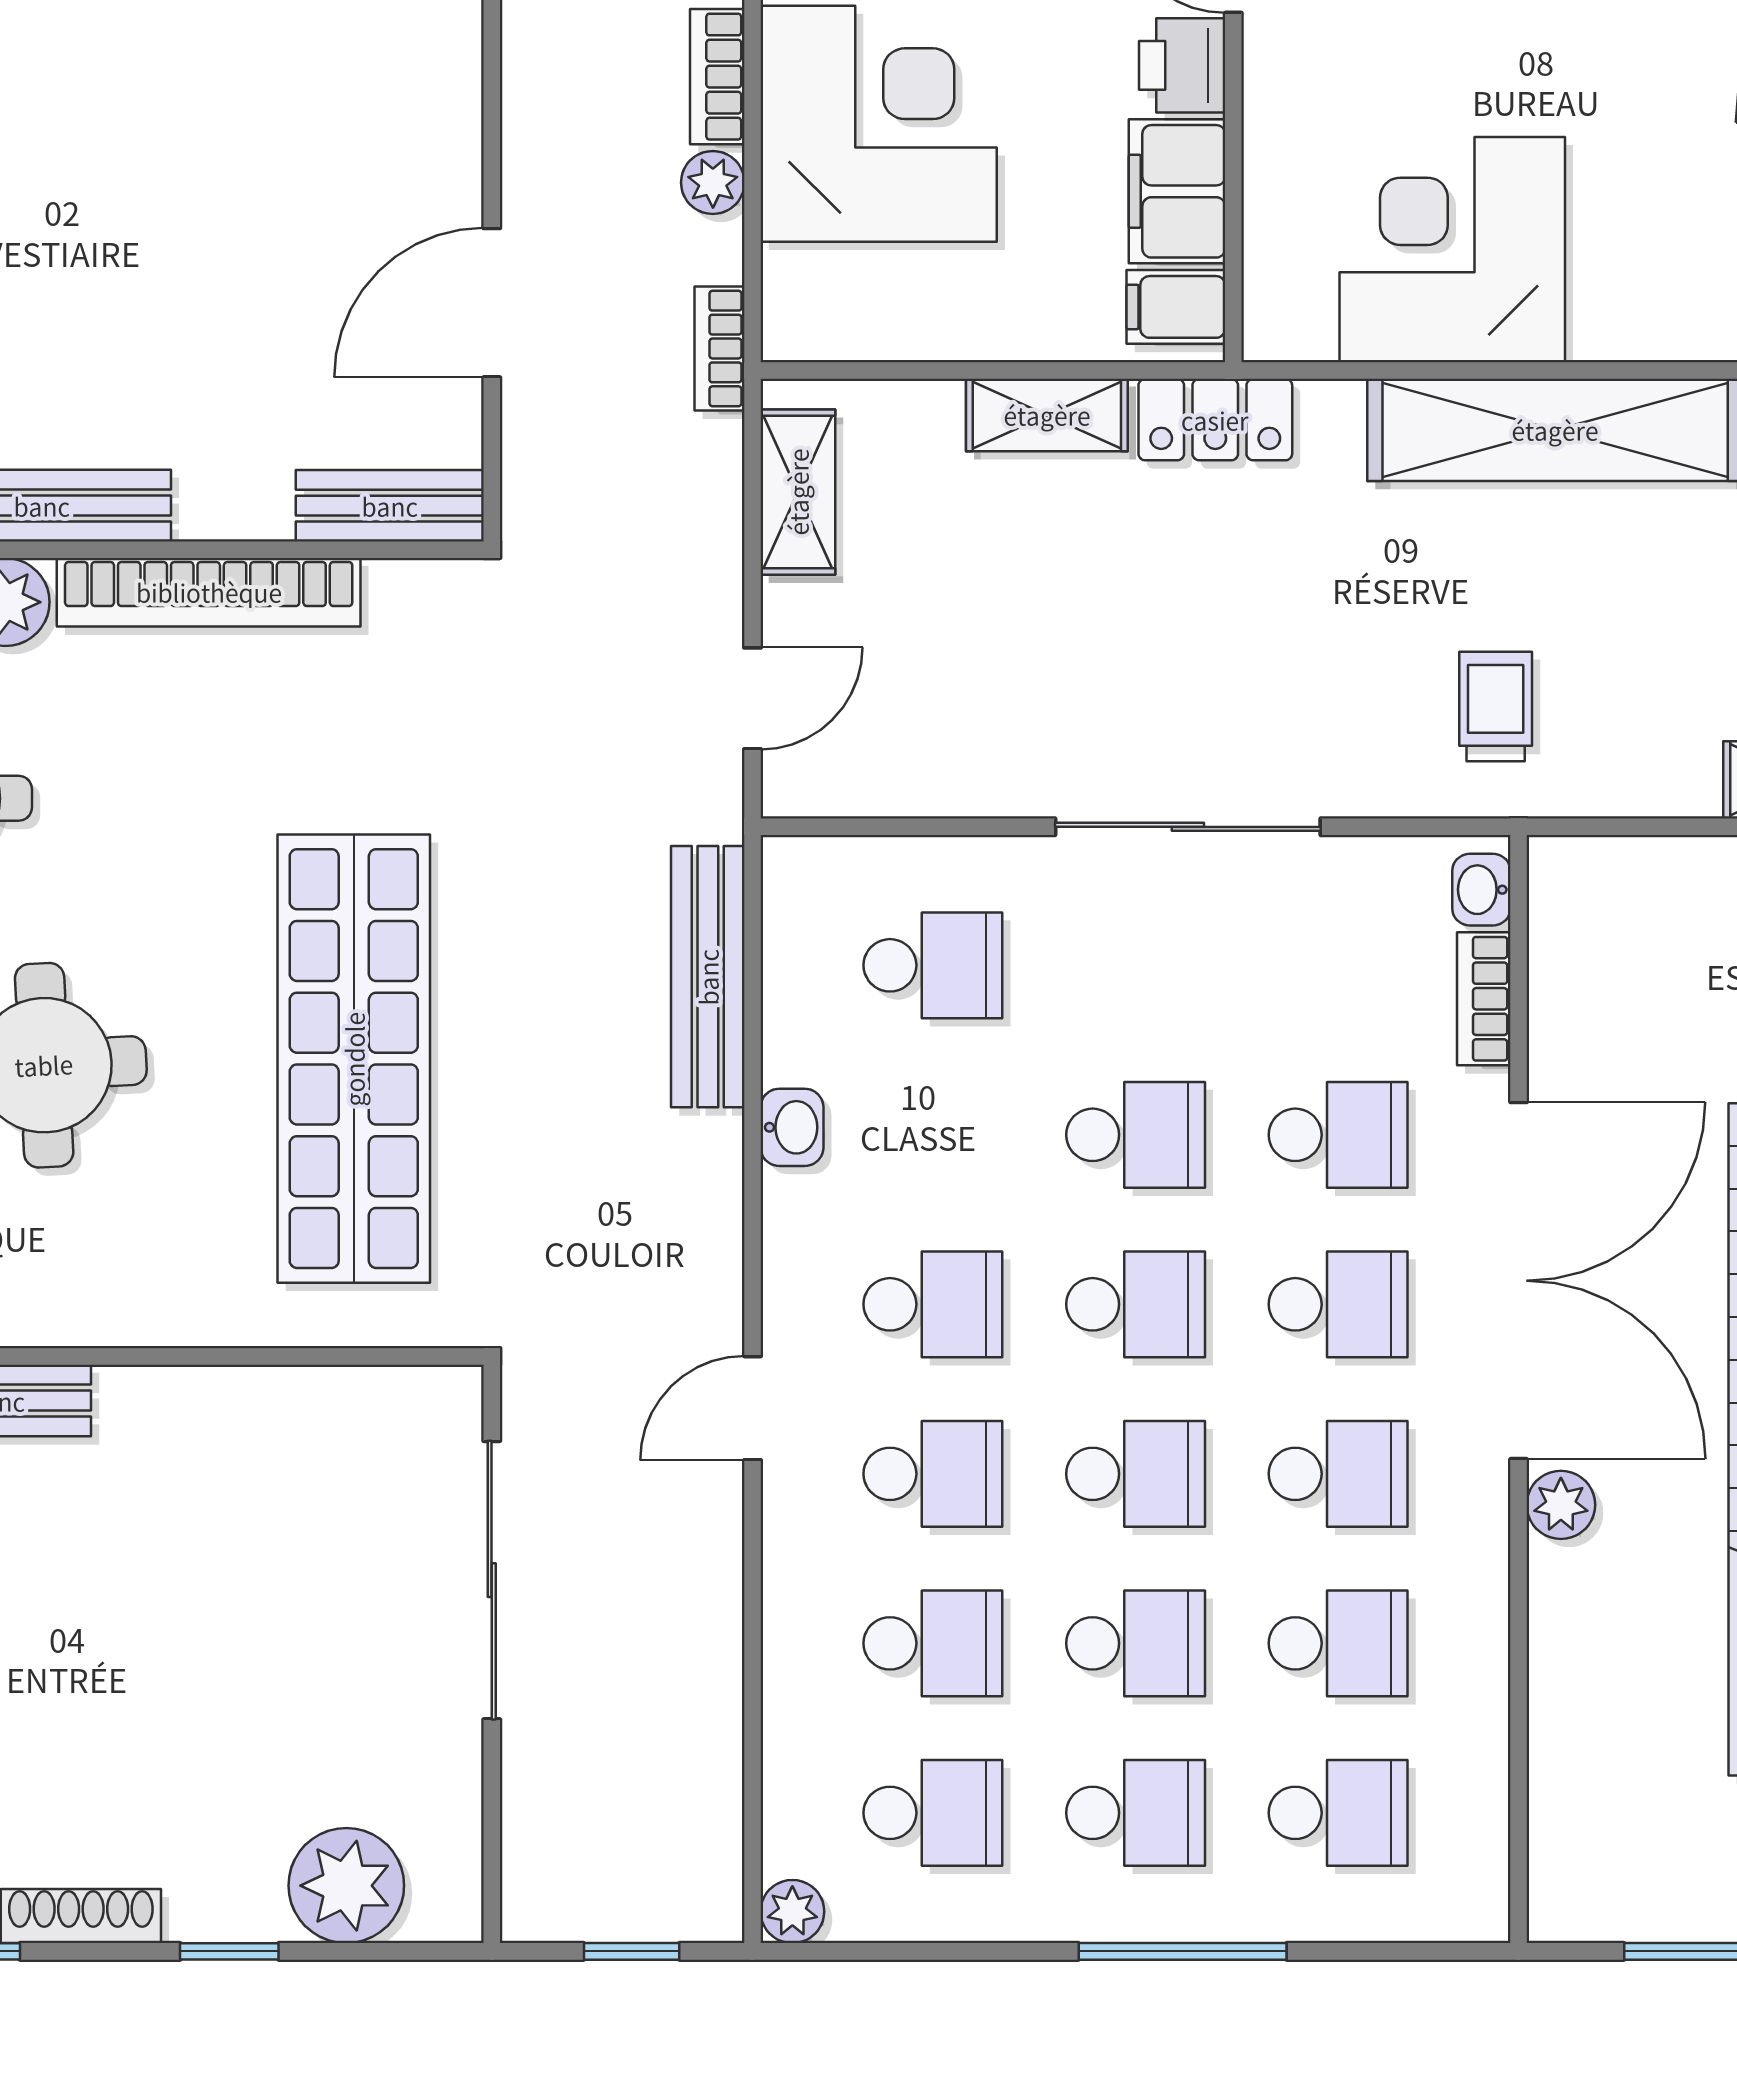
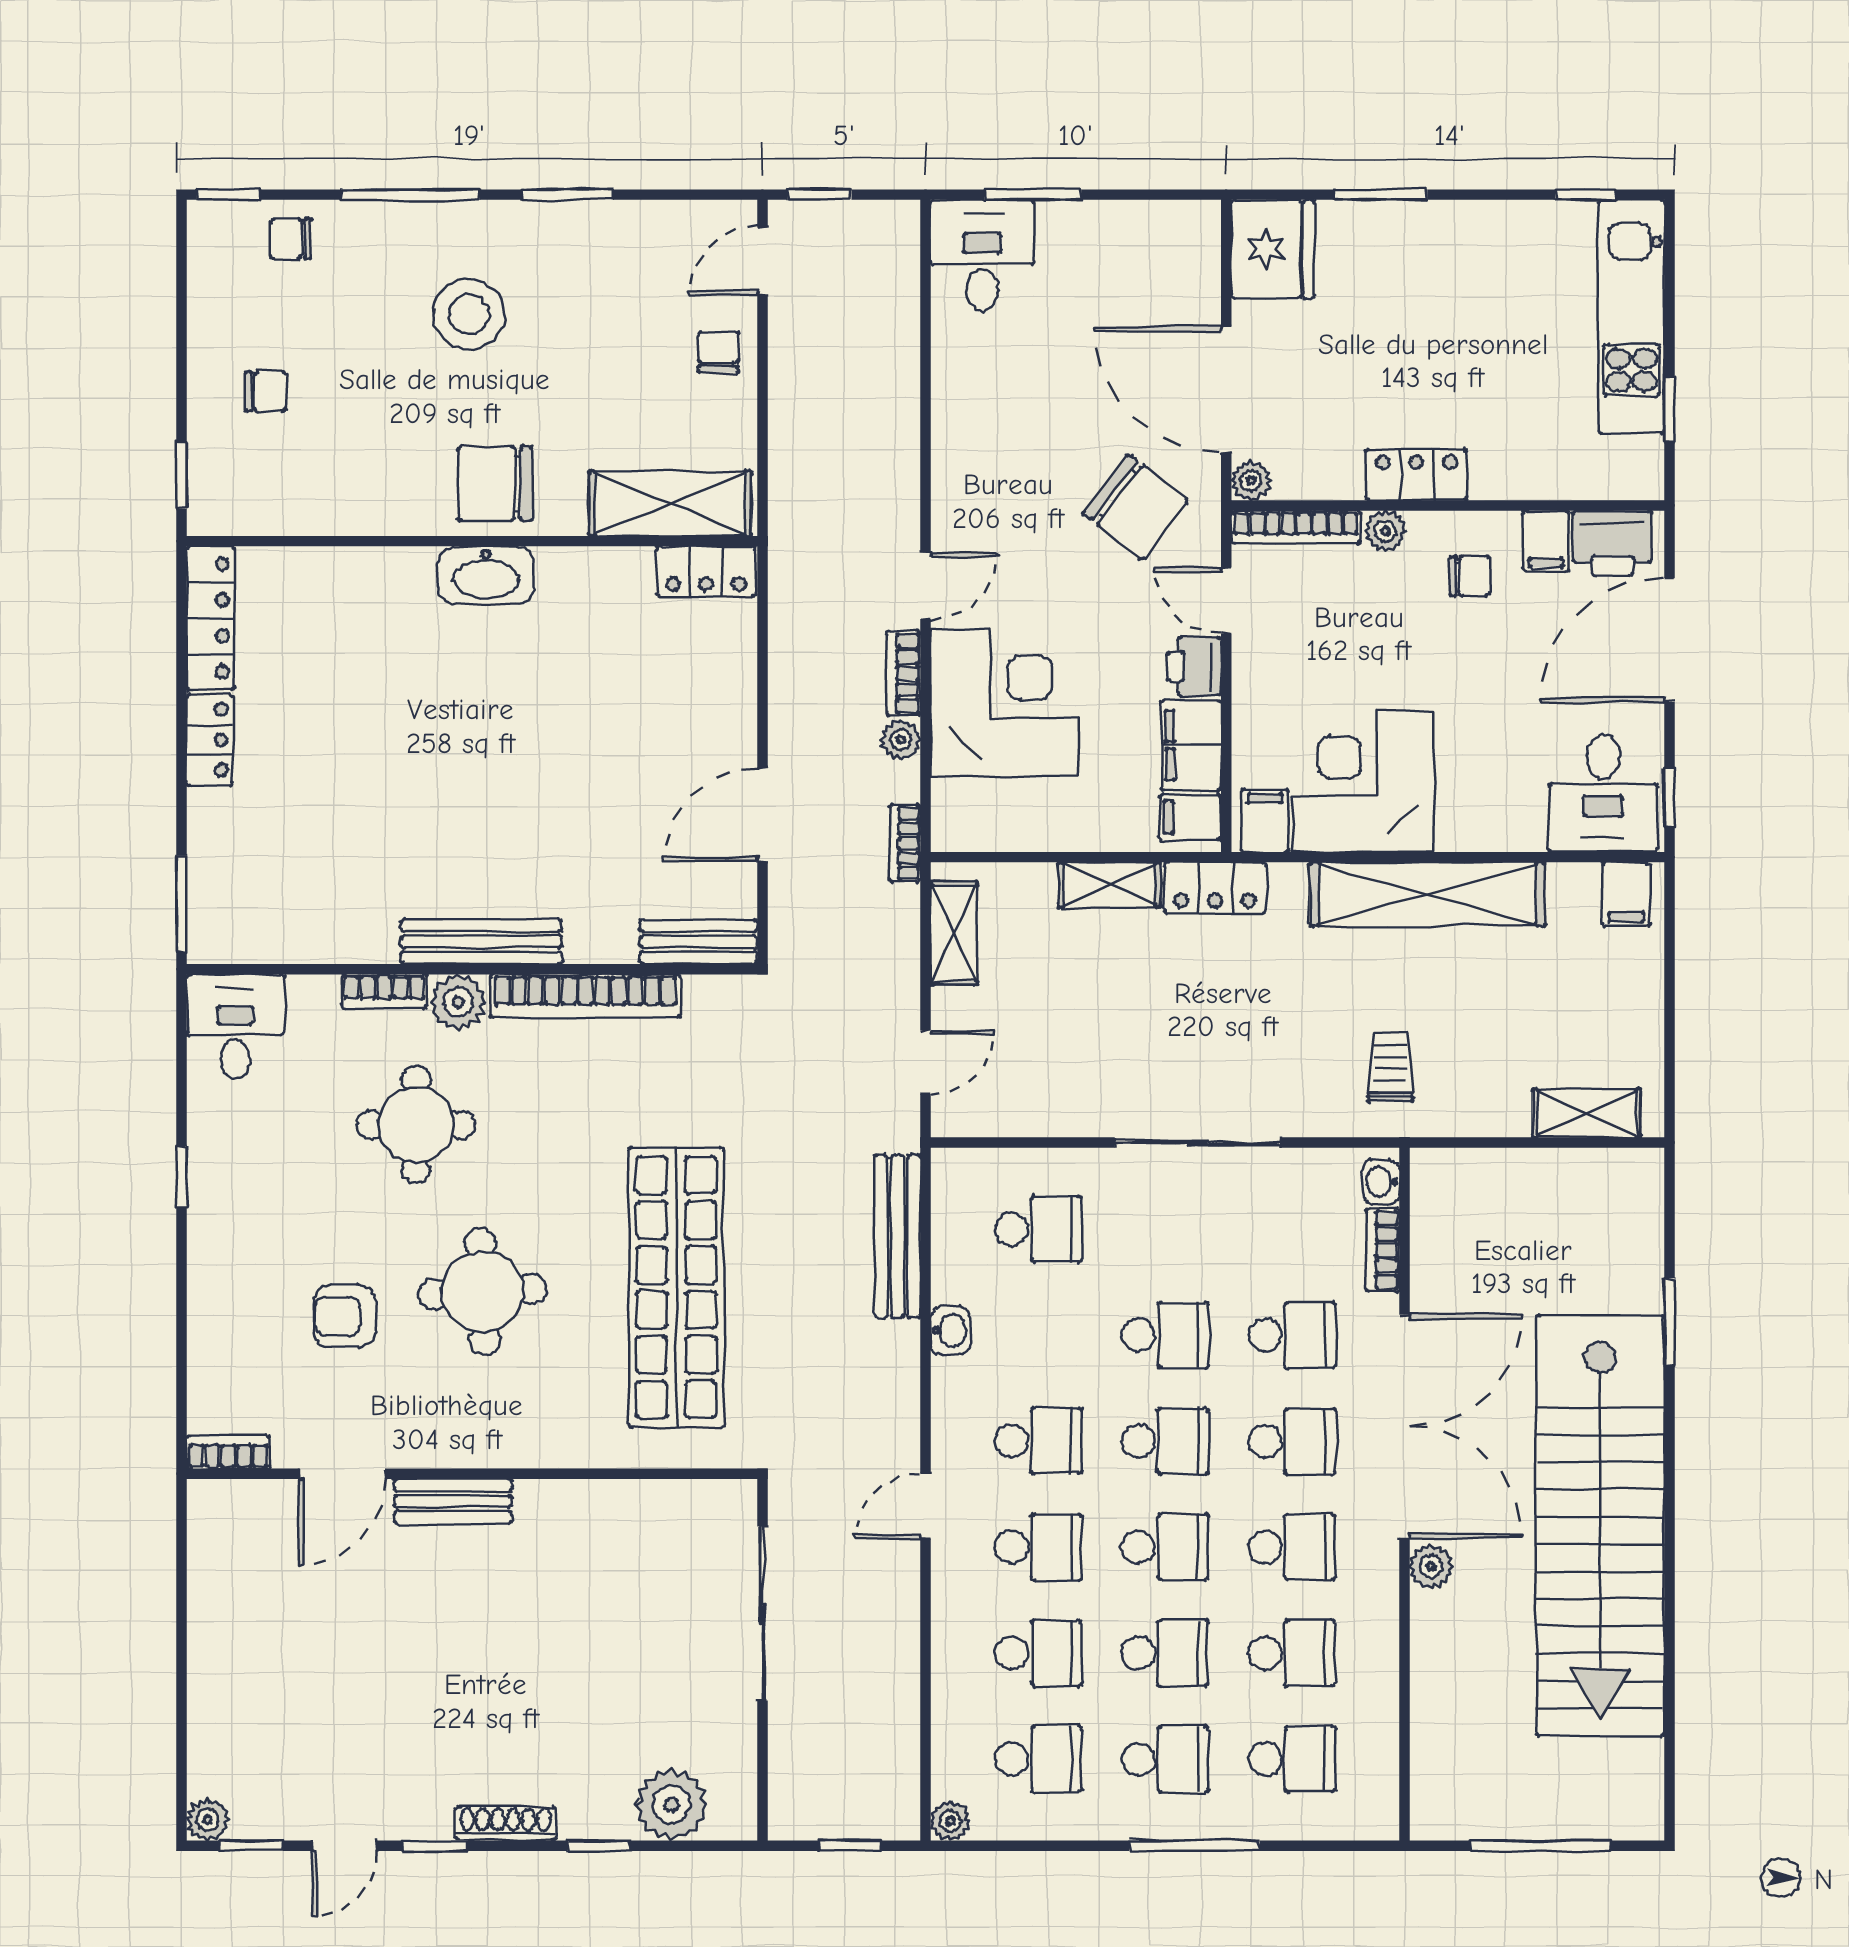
filing cabinet: (1295, 312) -> (1265, 820), added

